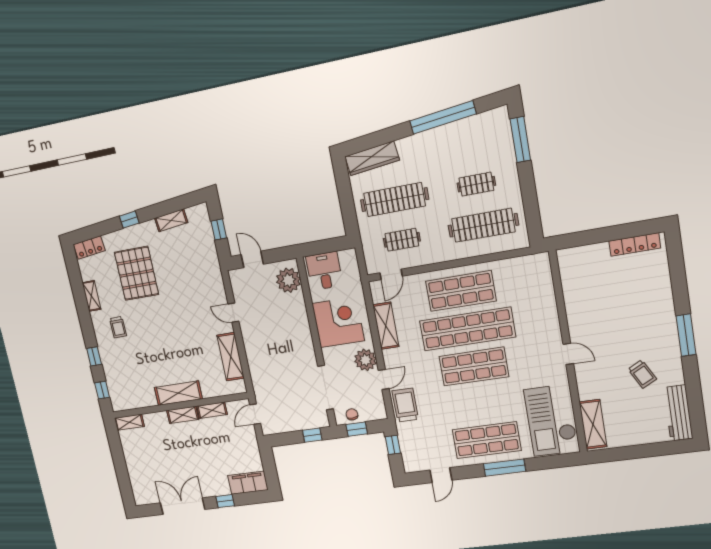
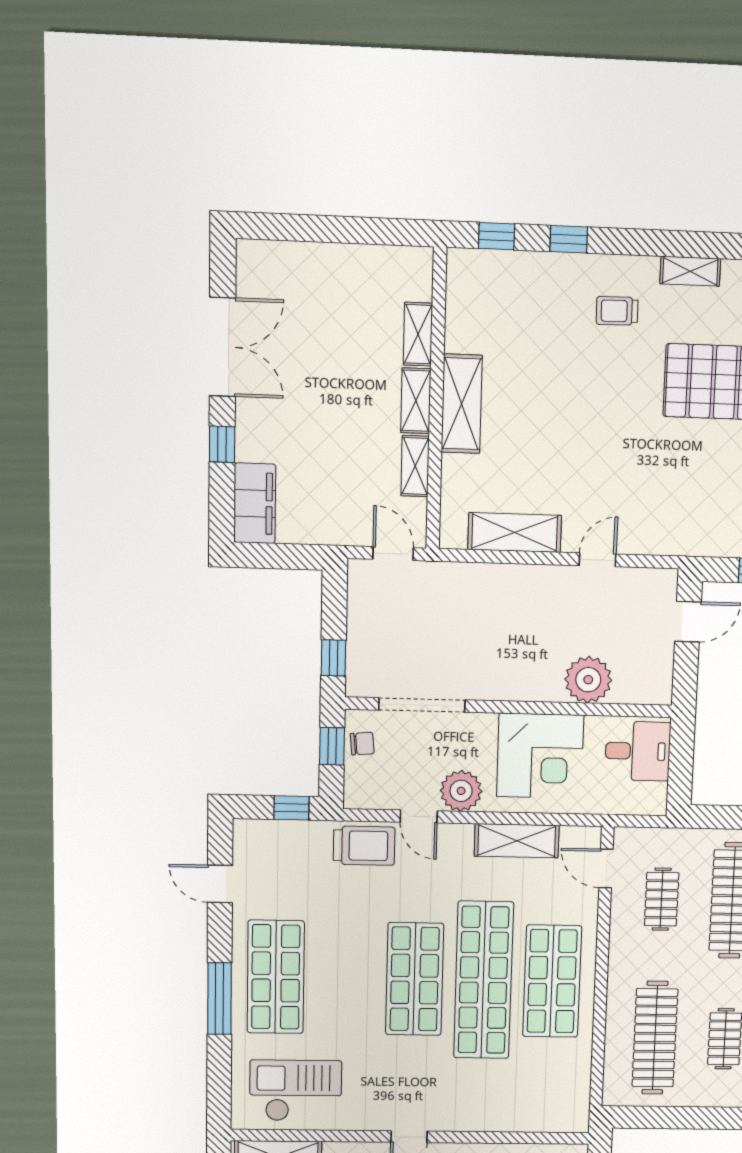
plant: (288, 280) -> (588, 680), moved
checkout: (551, 420) -> (296, 1091), width x0.73, depth x0.83
shelving: (129, 422) -> (418, 334), moved

